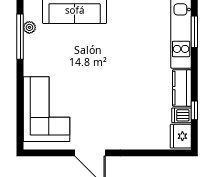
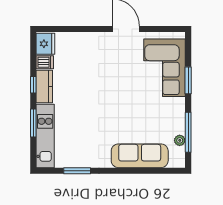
window: (194, 32) -> (33, 123), moved
window: (20, 95) -> (188, 80), added
window: (194, 110) -> (33, 85), moved

